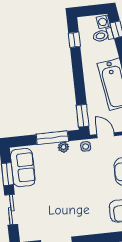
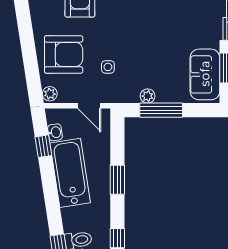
window: (83, 116) -> (117, 180), moved
side table: (86, 146) -> (108, 67), moved

